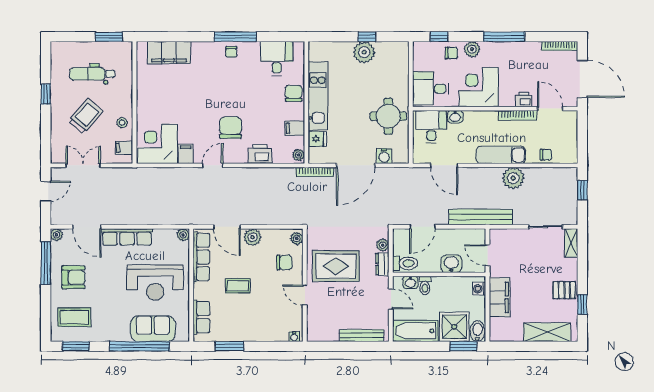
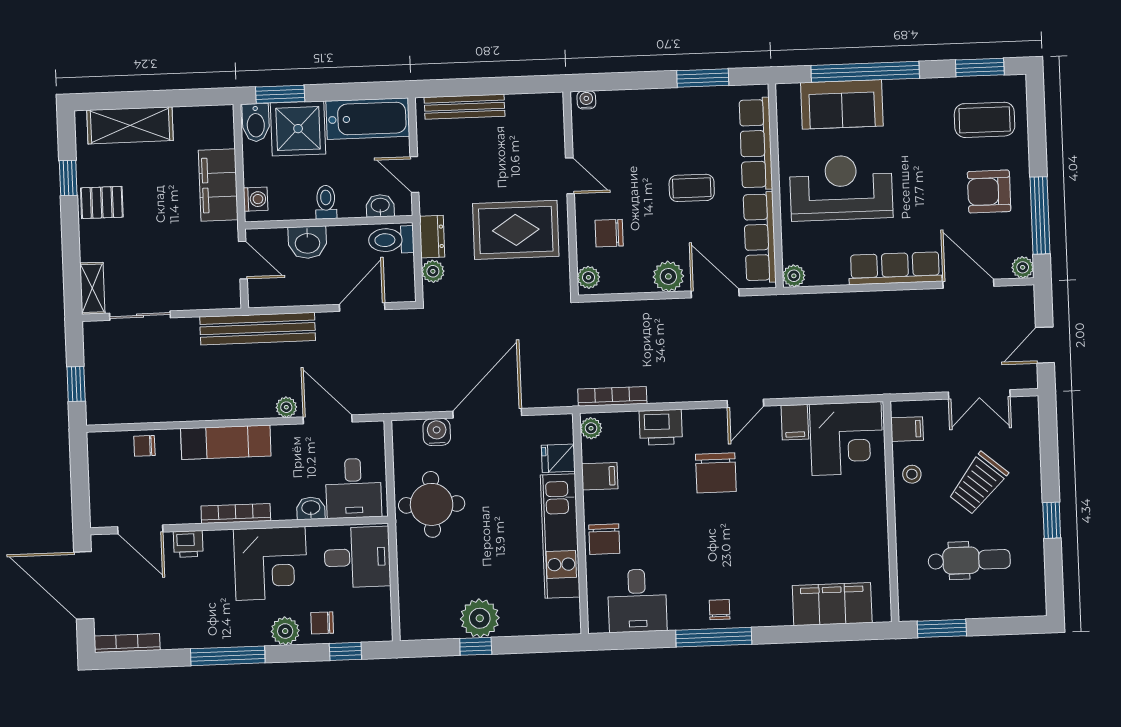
bookcase: (518, 115) -> (236, 513), moved
bookcase: (315, 172) -> (612, 396), moved
plant: (513, 178) -> (286, 407), moved, width x0.53, depth x0.53
toilet: (425, 286) -> (326, 202), moved
row of seats: (201, 317) -> (756, 144), width x1.48

